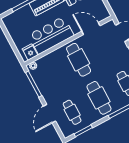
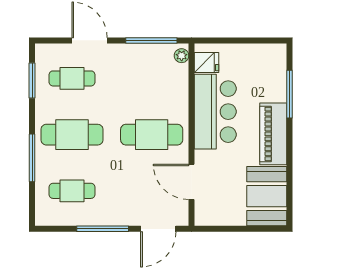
door: (91, 29) -> (192, 182), swing flipped

